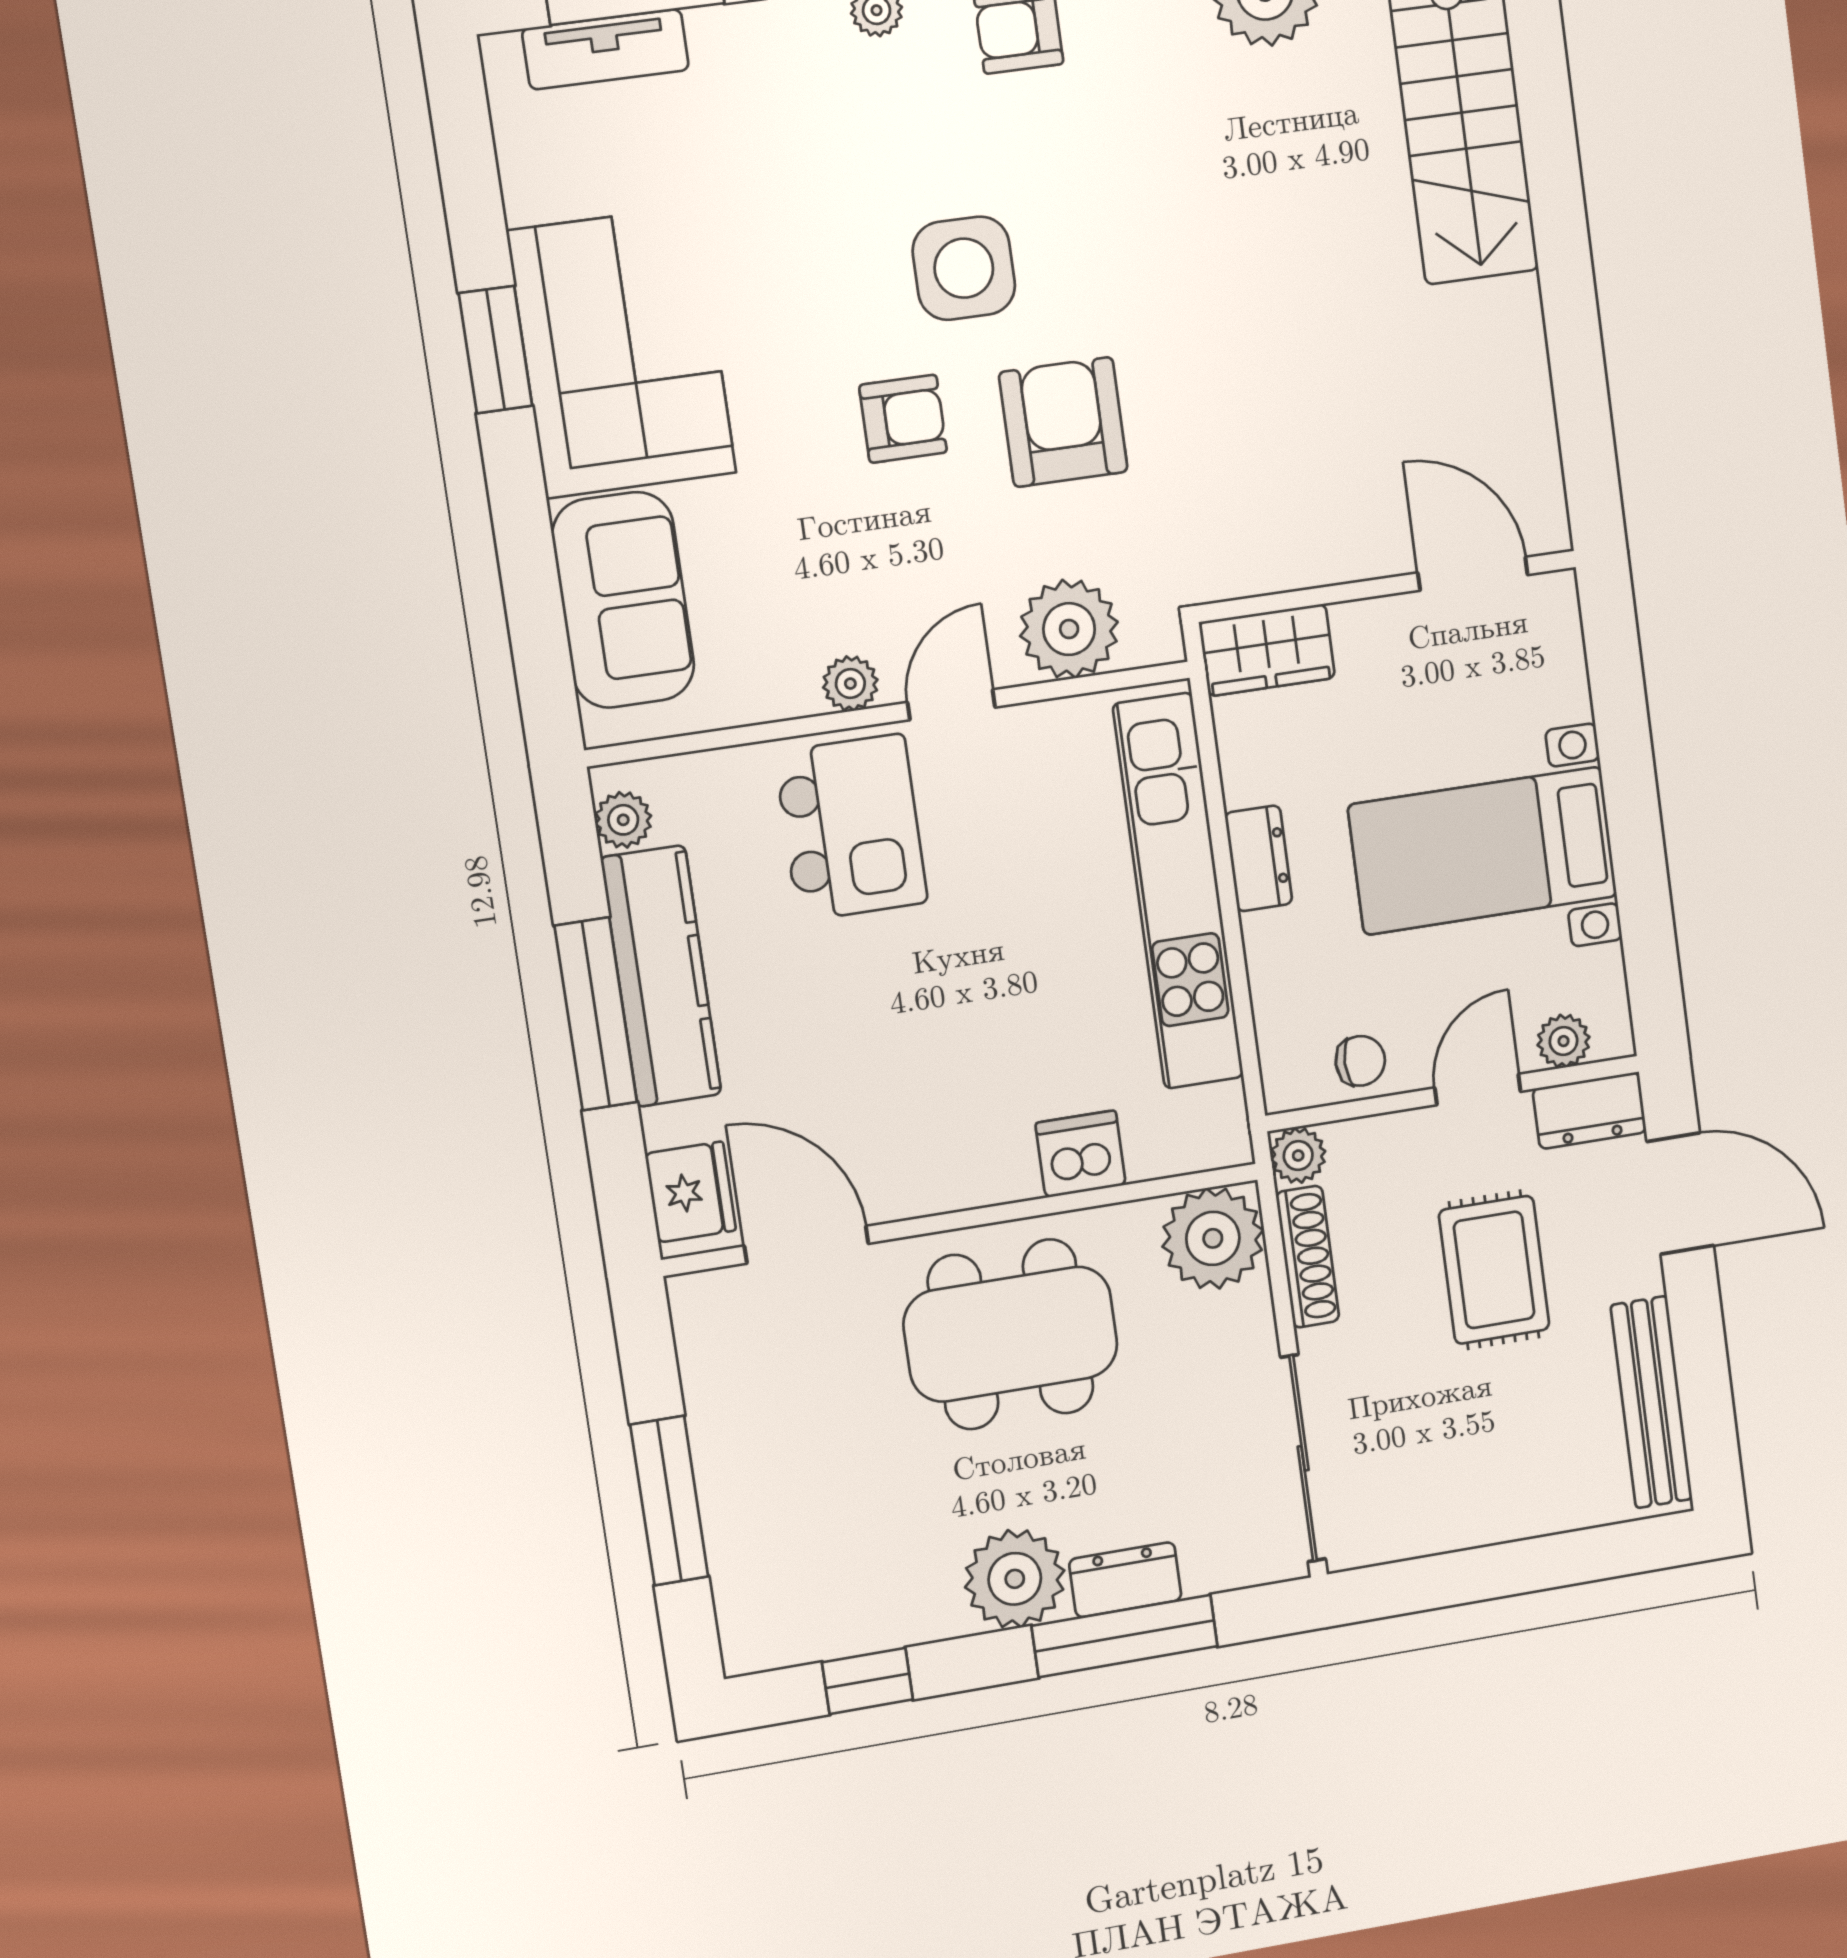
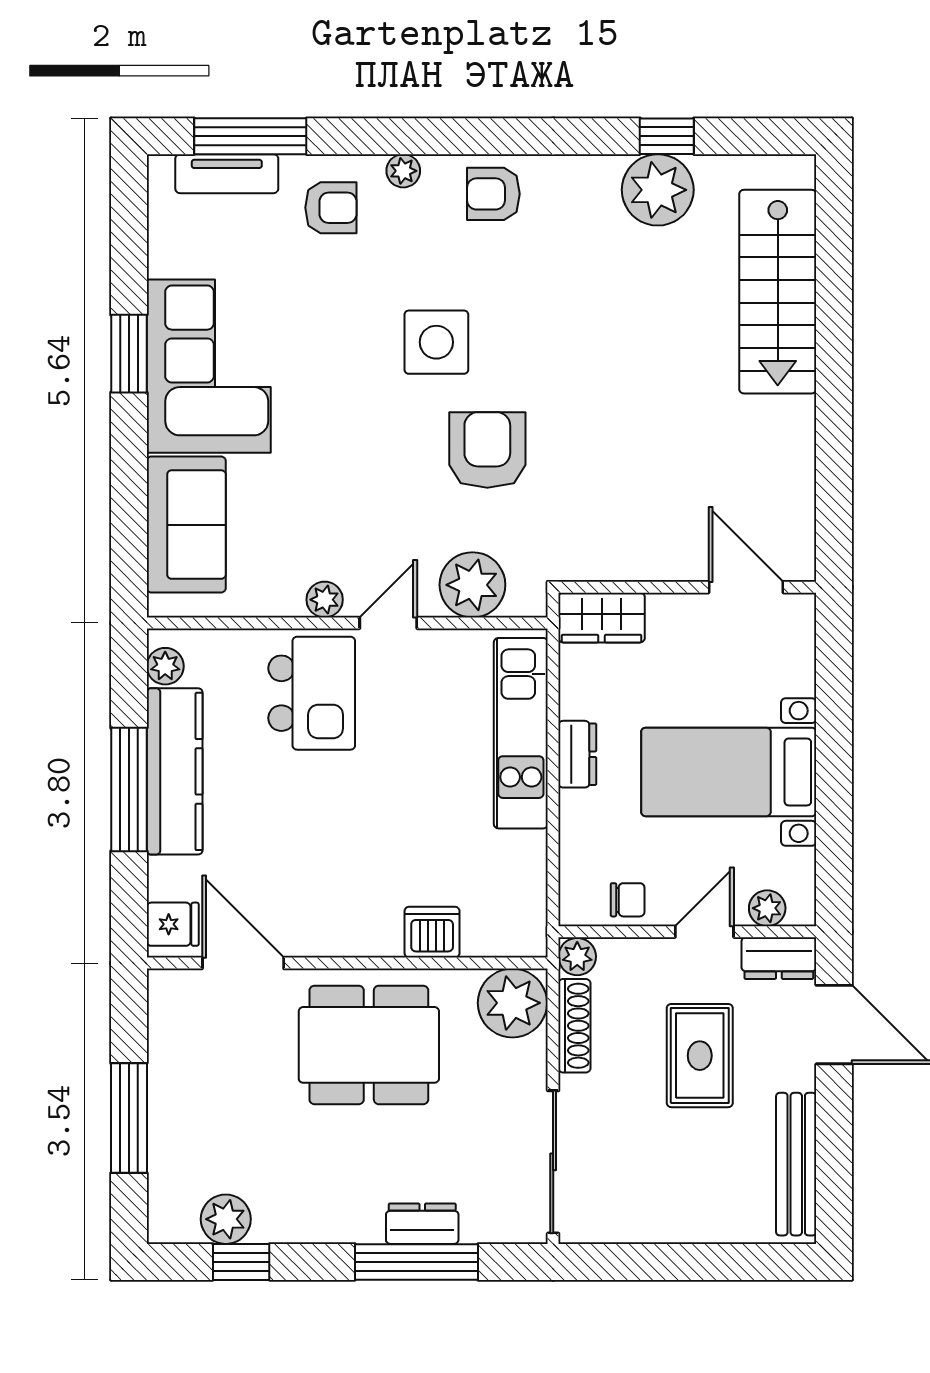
armchair: (903, 419) -> (331, 208), moved
kitchen unit: (1178, 891) -> (521, 733), width x0.73
fridge: (690, 1192) -> (173, 924), width x0.72
plant: (1015, 1579) -> (226, 1219), moved, width x0.73, depth x0.73

